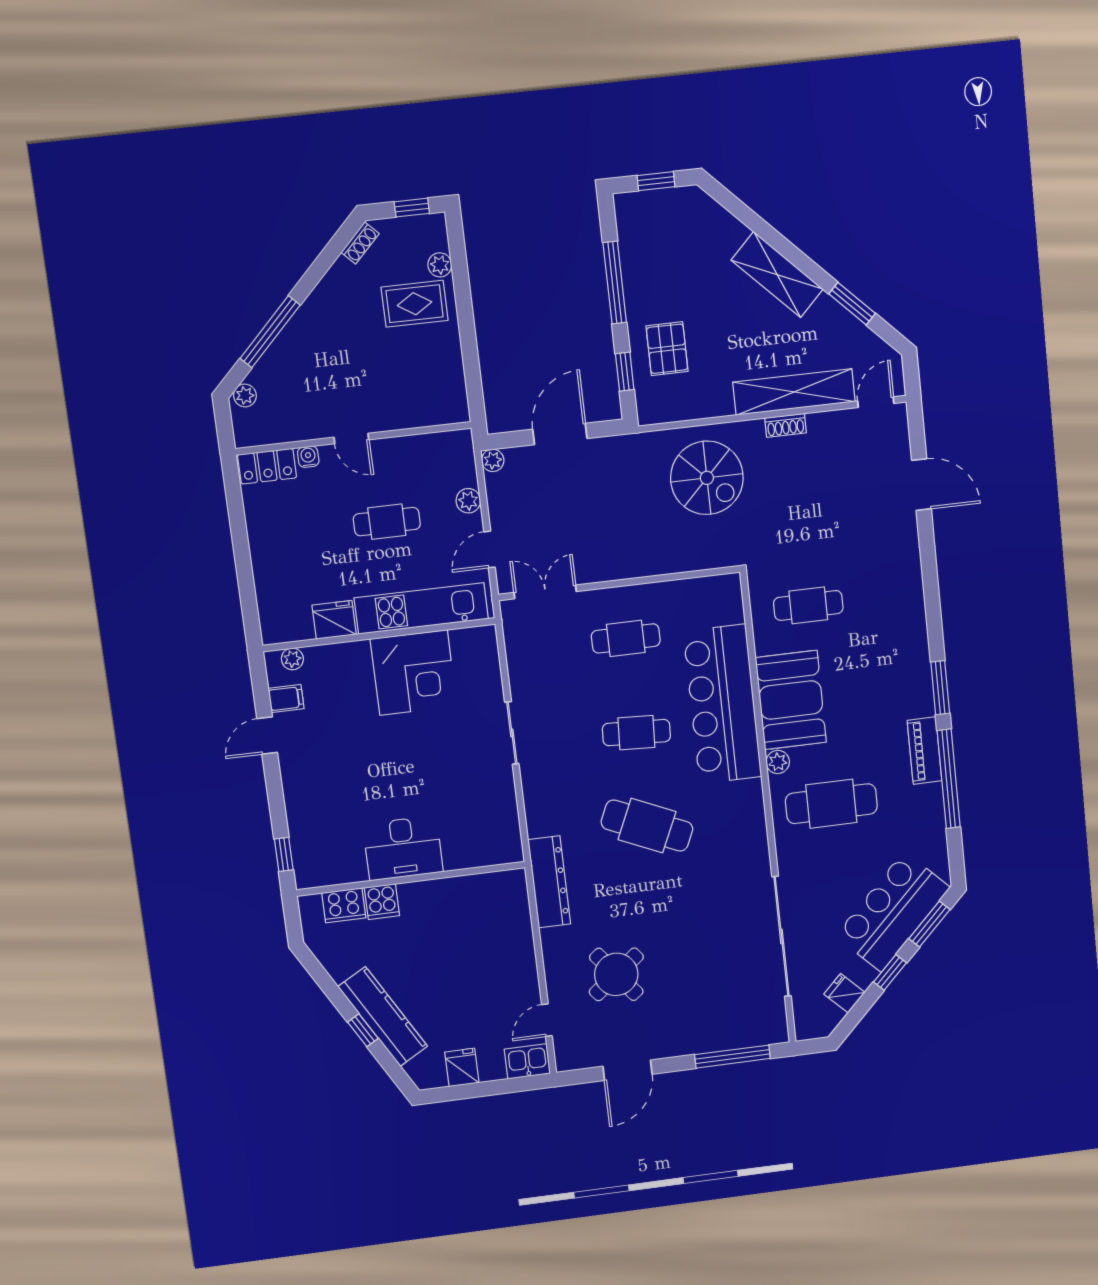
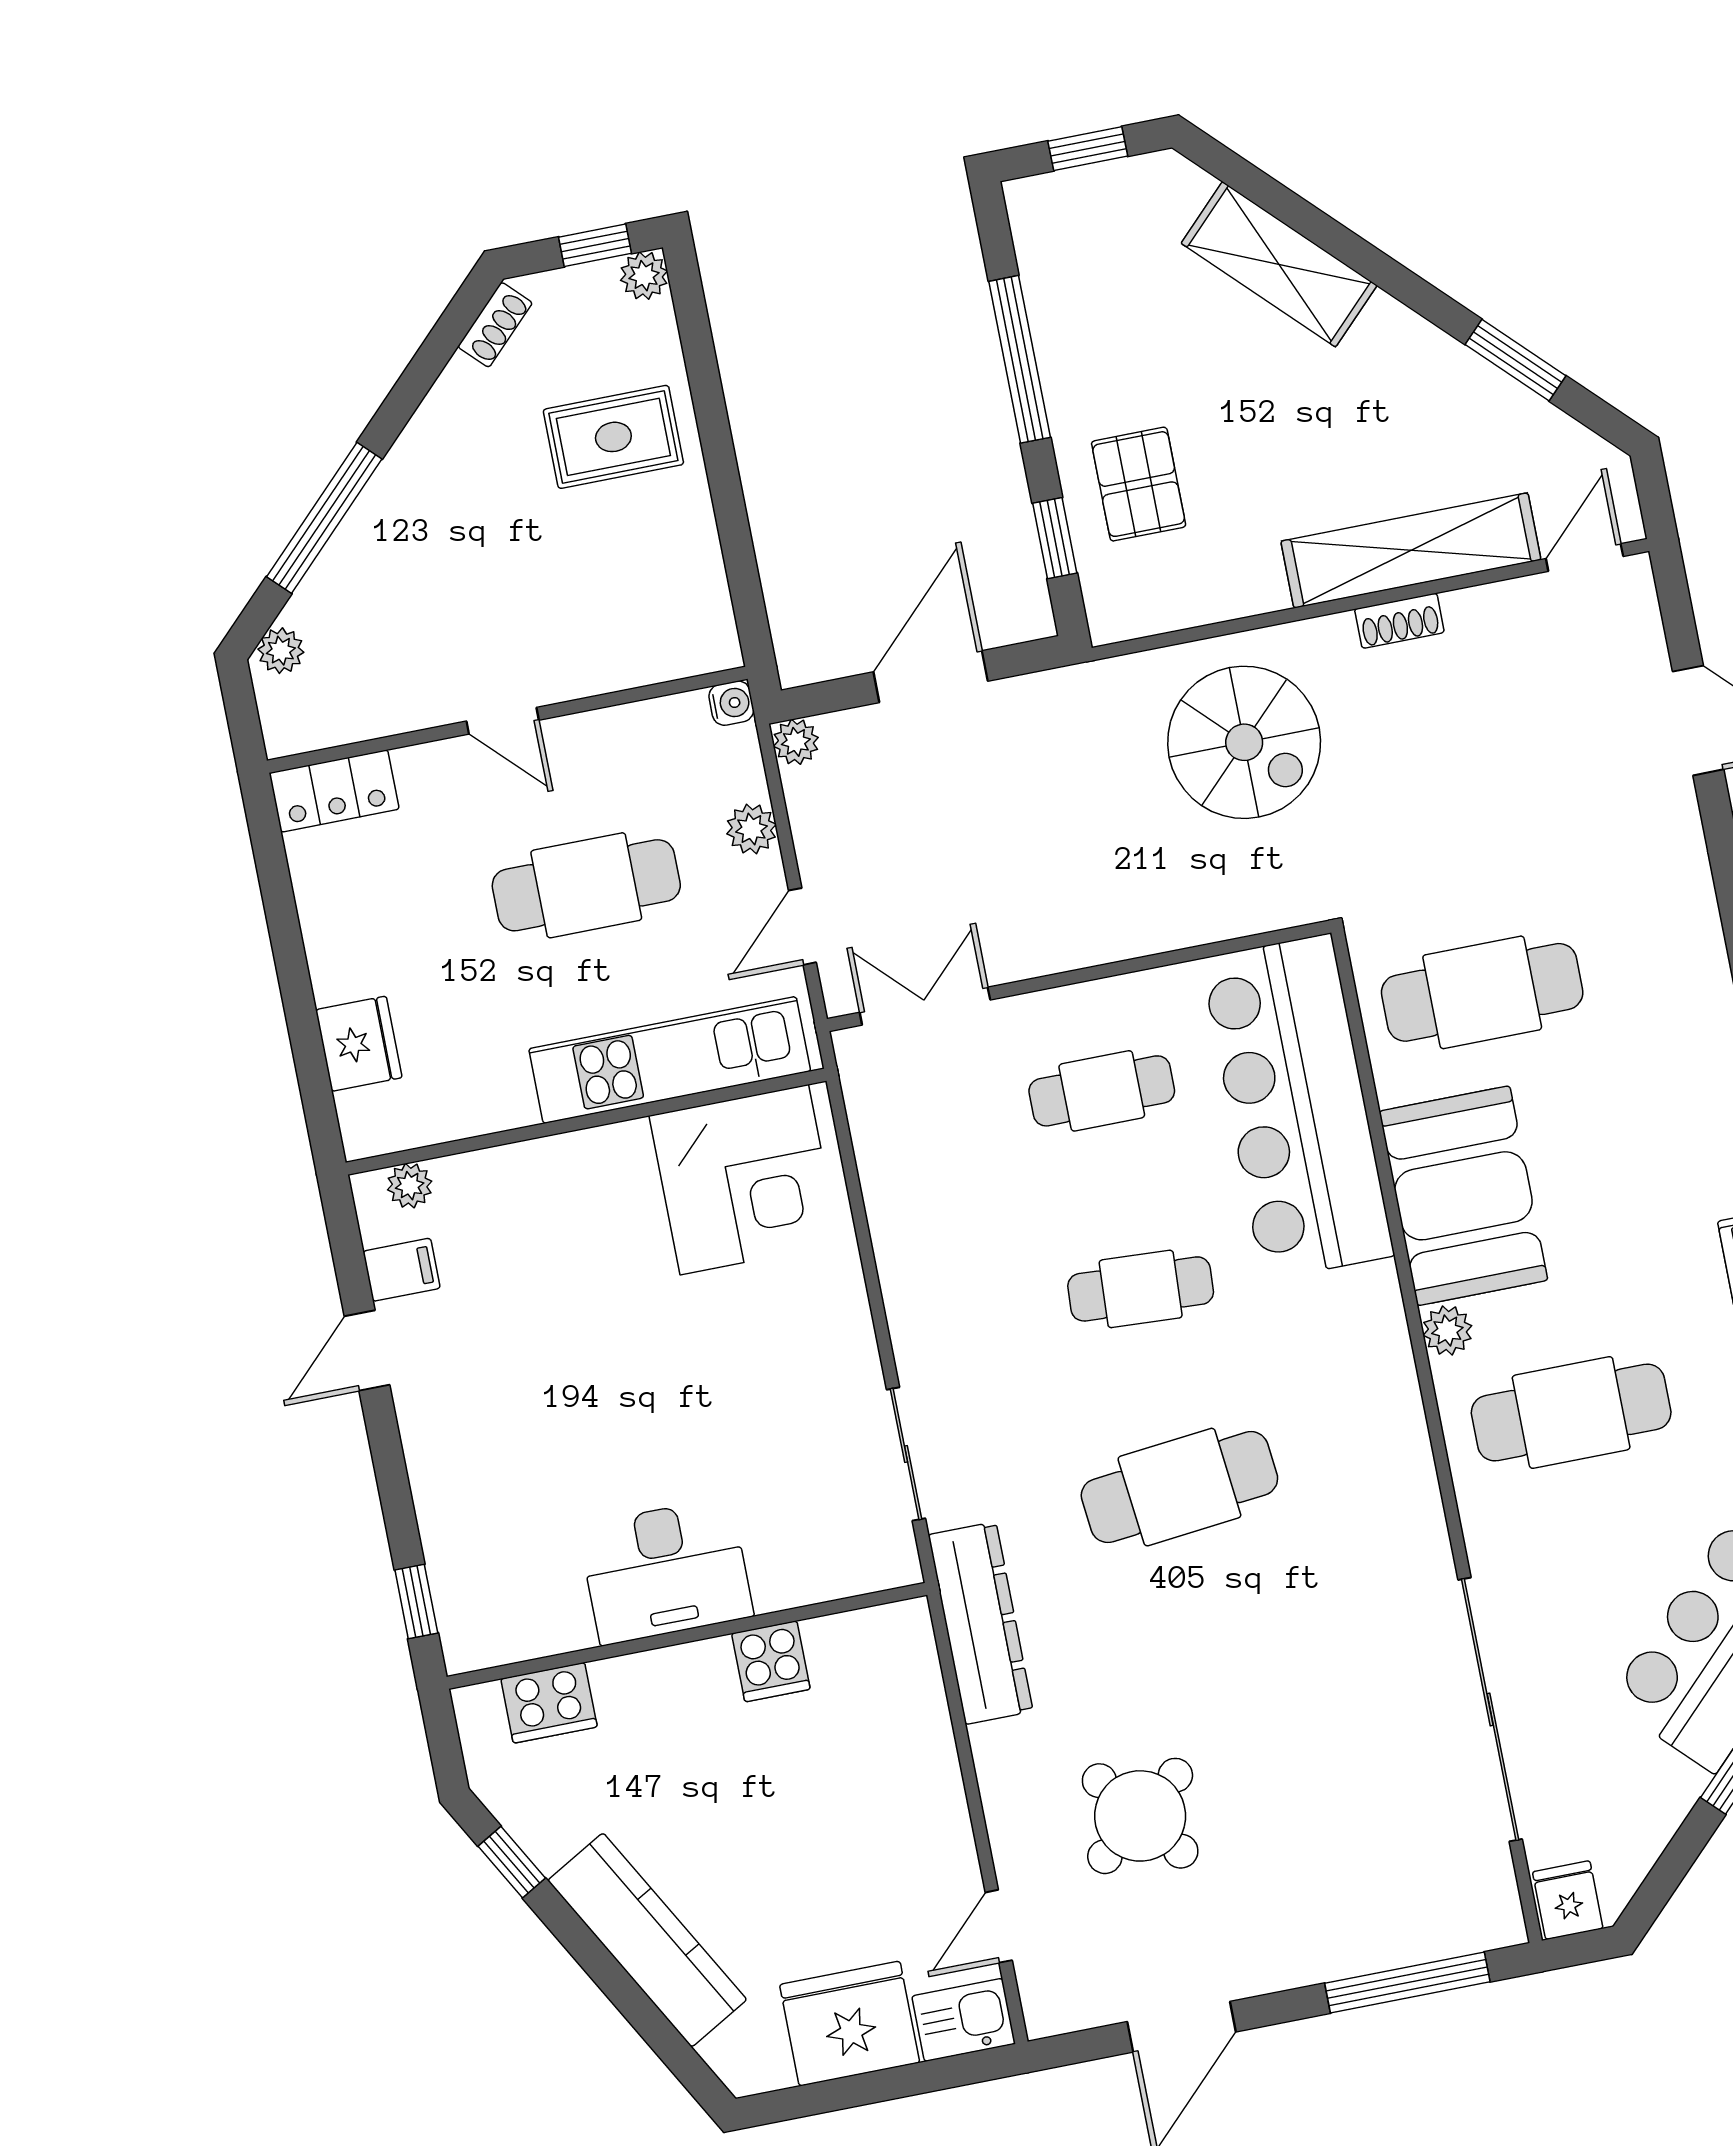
plant: (440, 265) -> (644, 276), moved
shelving: (777, 275) -> (1279, 264), moved
water cooler: (308, 457) -> (731, 703), moved, turned 90
cafe table: (387, 522) -> (586, 885), width x1.37, depth x1.35
cafe table: (808, 605) -> (1482, 992), width x1.37, depth x1.35
fridge: (334, 620) -> (359, 1044), moved, turned 90
corner desk: (413, 673) -> (744, 1180), moved
bar counter: (723, 704) -> (1297, 1107), moved
sliding door: (512, 733) -> (906, 1454), moved
cafe table: (647, 826) -> (1179, 1487), turned -30
cooker: (382, 902) -> (771, 1661), moved
fridge: (844, 993) -> (1568, 1900), moved, turned 45
window: (363, 1030) -> (512, 1862), moved
fridge: (462, 1067) -> (850, 2024), width x1.88, depth x1.34

